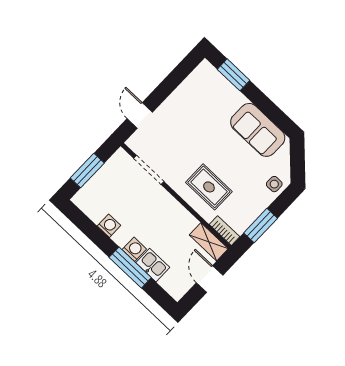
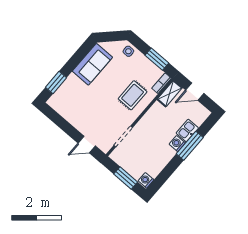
washing machine: (109, 226) -> (146, 180), moved

